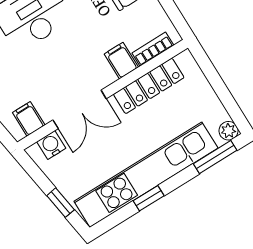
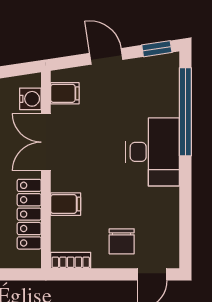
bookcase: (153, 49) -> (71, 260), moved, turned -90

